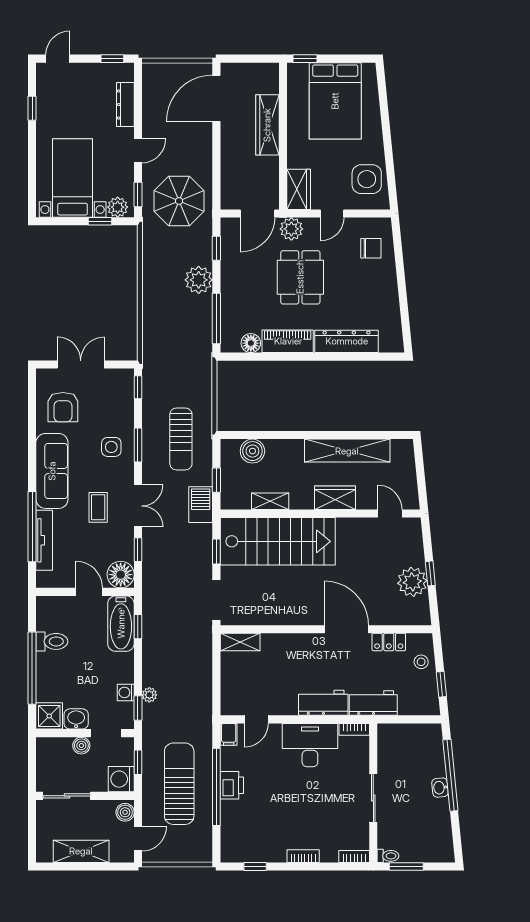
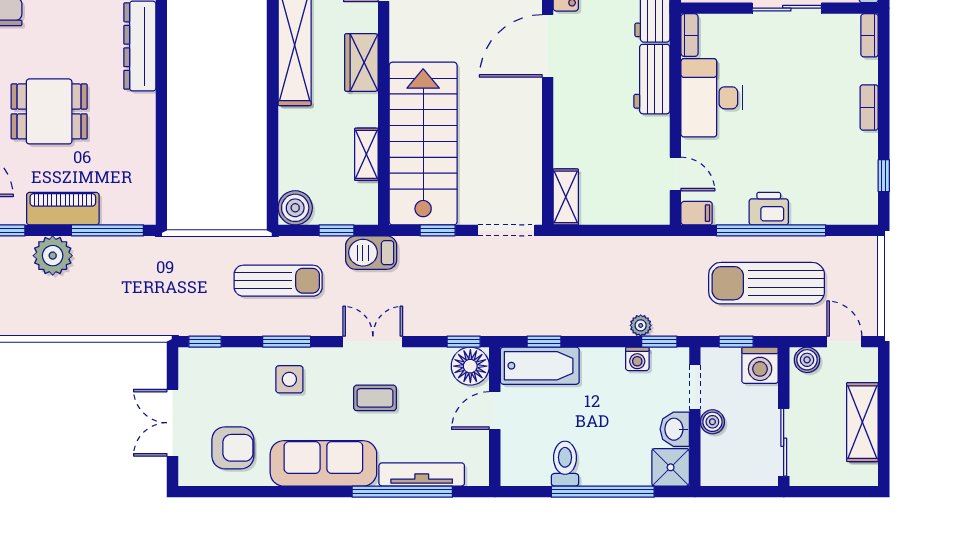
piano: (288, 341) -> (63, 209), moved, turned 90
floor lamp: (251, 343) -> (142, 182), removed
boiler: (252, 451) -> (295, 208), moved
window: (138, 550) -> (464, 342), moved

